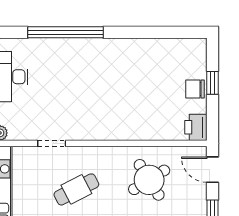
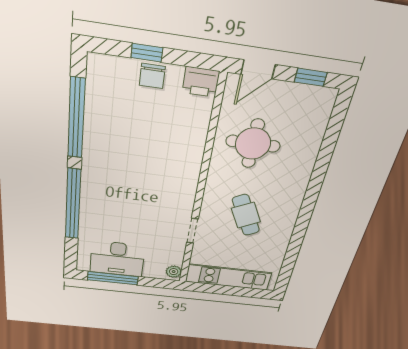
window: (150, 32) -> (76, 119), added
round table: (149, 180) -> (253, 144), turned 32

